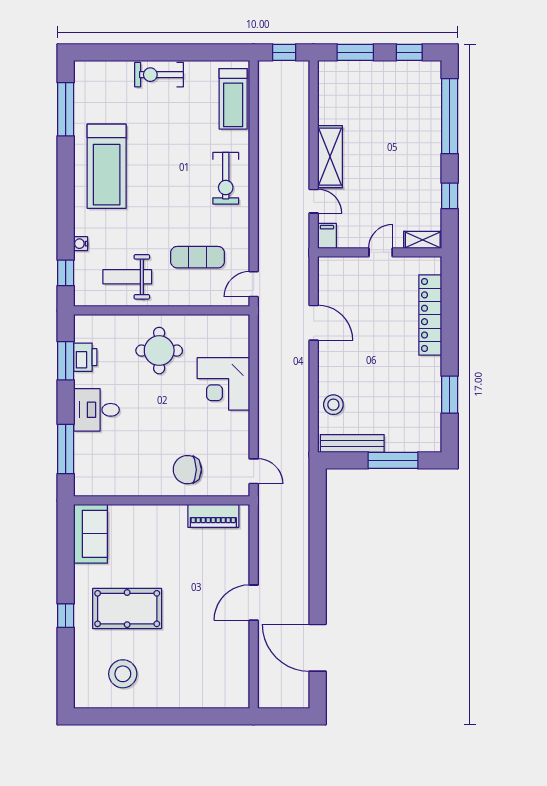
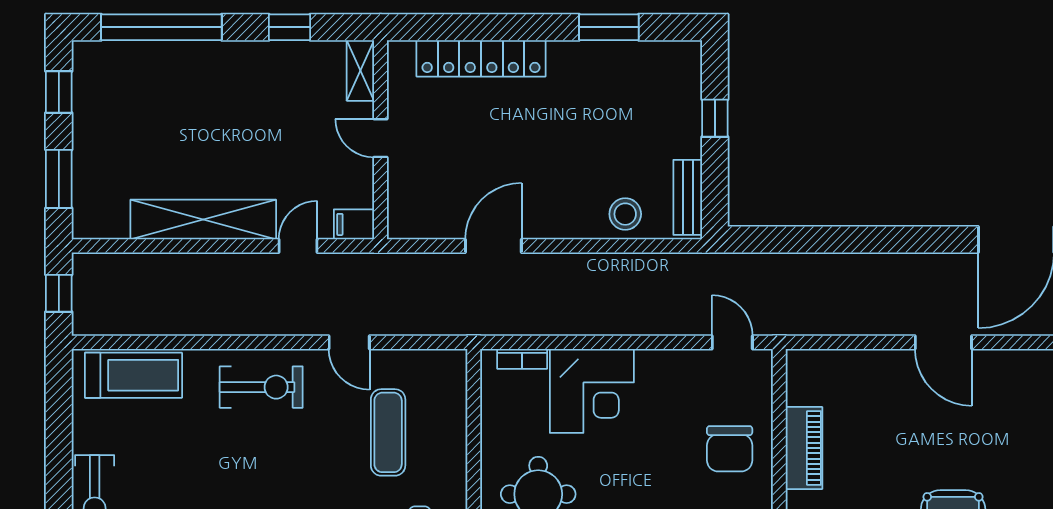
shelving: (330, 157) -> (203, 220), width x1.47
door: (254, 284) -> (349, 342), moved
bookcase: (243, 341) -> (522, 359), added
bench: (352, 443) -> (688, 197), width x0.73
window: (393, 460) -> (715, 118), width x0.46
door: (254, 471) -> (732, 342), hinge flipped
piano: (213, 516) -> (804, 448), moved

